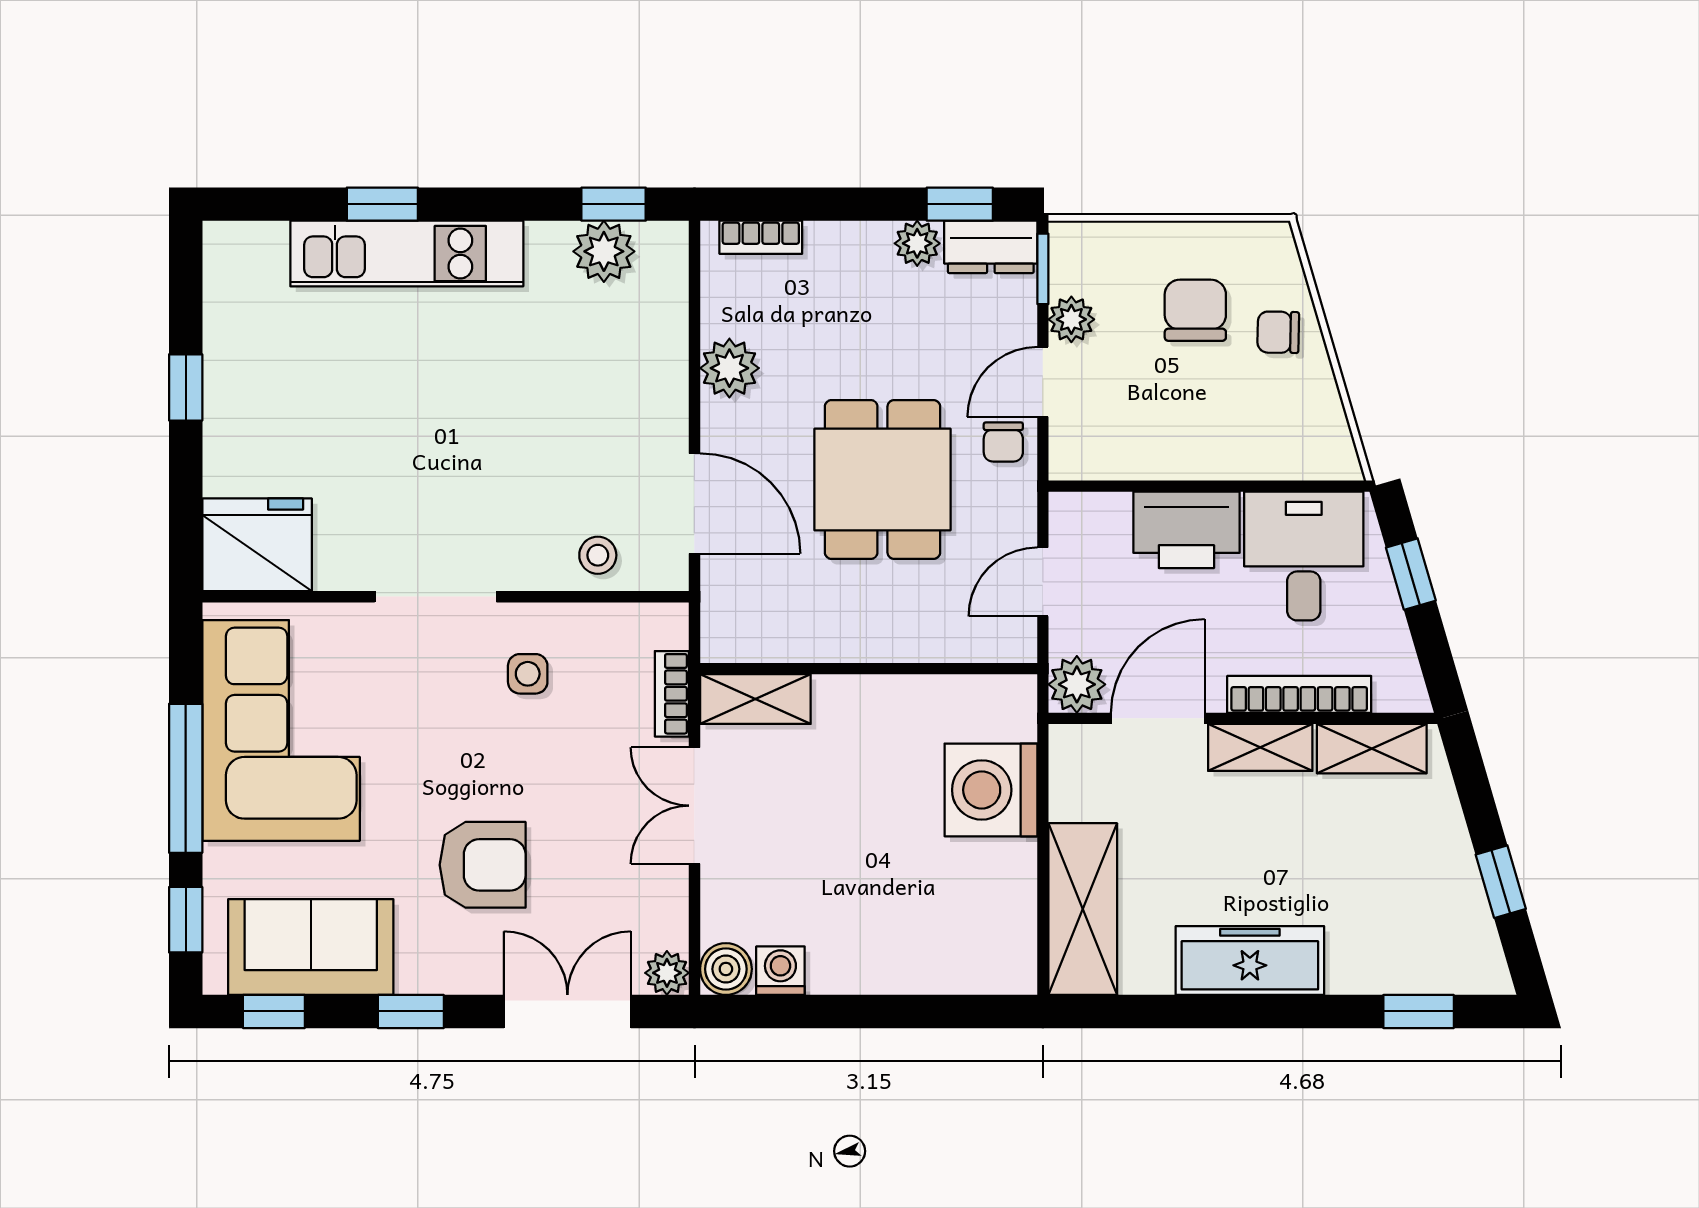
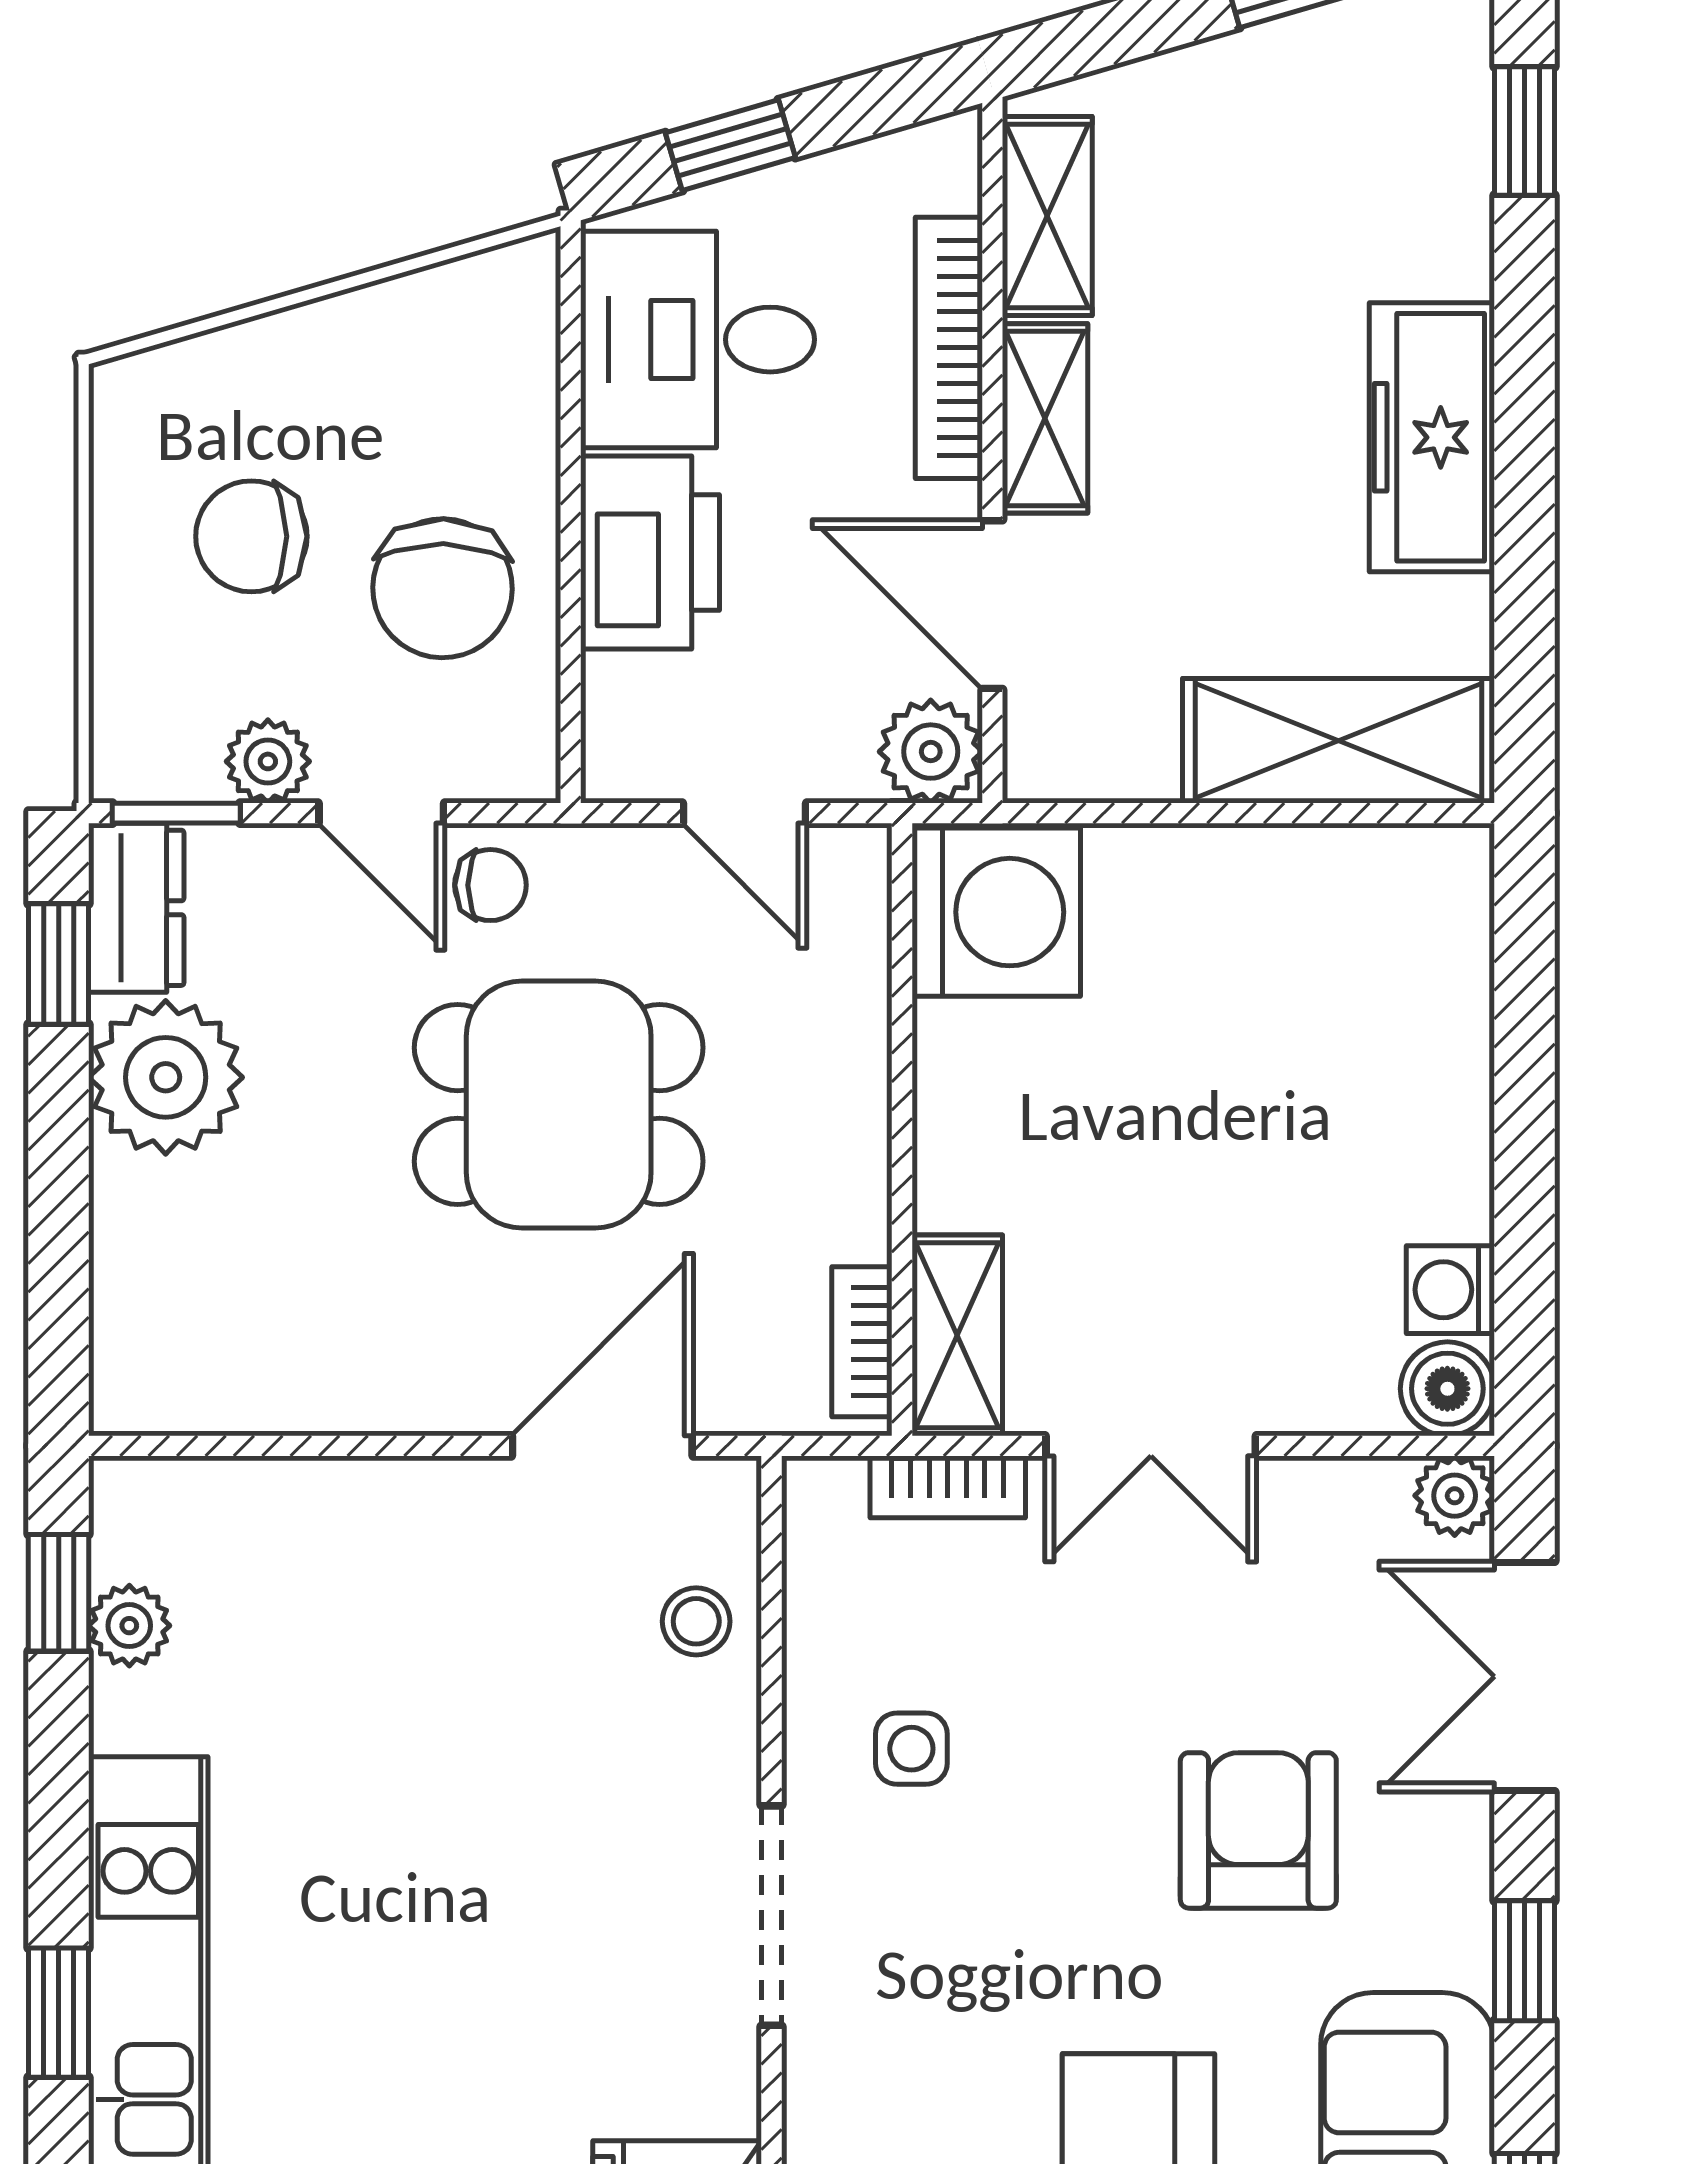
bookcase: (761, 237) -> (862, 1342), moved, turned 180
plant: (917, 243) -> (166, 1077), width x1.88, depth x1.88
plant: (604, 251) -> (129, 1626), width x0.73, depth x0.73
chair: (1278, 332) -> (442, 588), moved, width x1.87, depth x1.87
plant: (729, 368) -> (356, 1382), removed
washing machine: (991, 790) -> (996, 912), moved, turned -90

